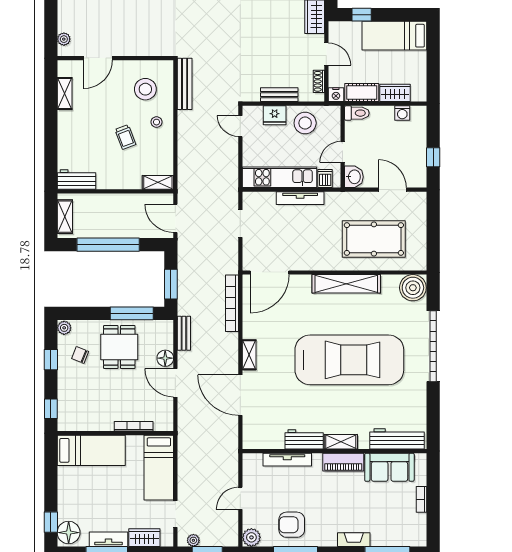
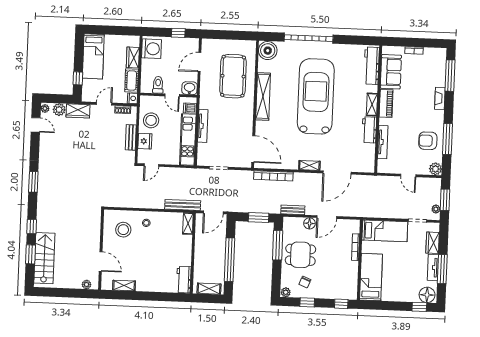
bench: (185, 84) -> (183, 205), moved
toilet: (357, 113) -> (158, 85), moved
washing machine: (402, 113) -> (152, 49), width x1.89, depth x1.89
trolley: (125, 137) -> (156, 245), removed
armchair: (292, 525) -> (428, 141), turned 90

